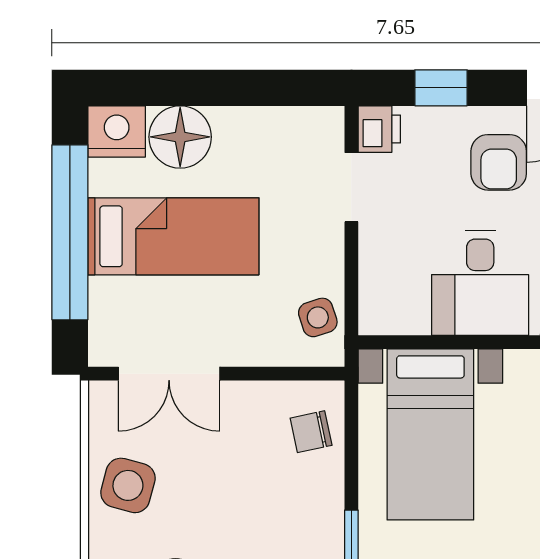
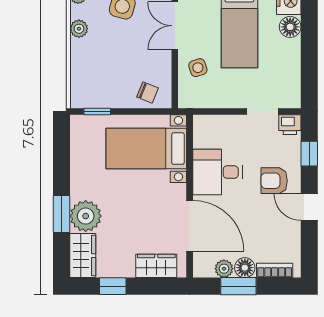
floor lamp: (180, 137) -> (290, 27), width x0.73, depth x0.73
side table: (318, 317) -> (198, 68), moved
chair: (311, 432) -> (148, 92), turned 124

